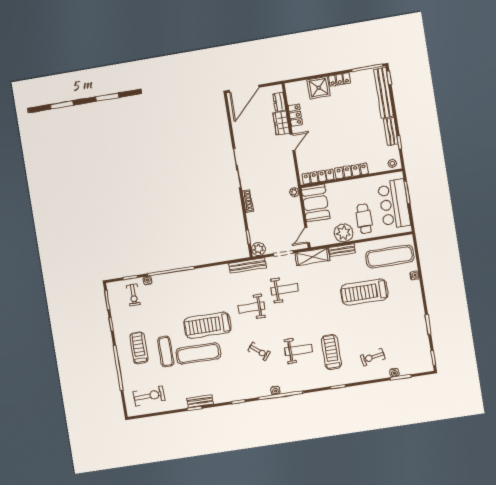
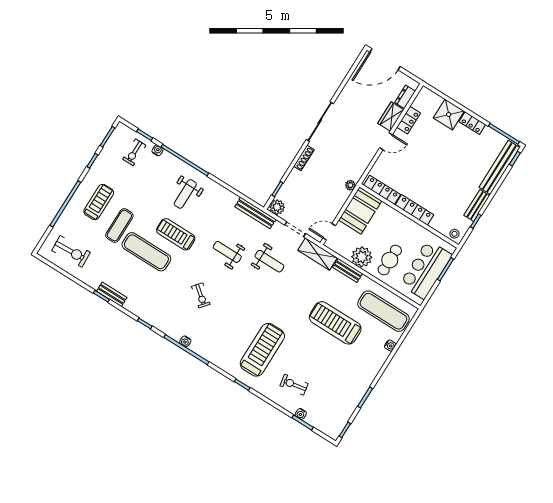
treadmill: (207, 325) -> (176, 234), width x0.73, depth x0.73
weight bench: (298, 350) -> (185, 194), moved, turned 90
treadmill: (331, 352) -> (262, 350), width x1.37, depth x1.37

